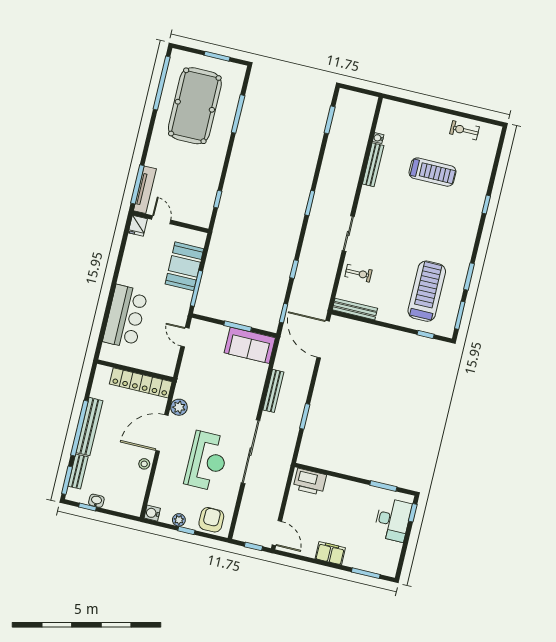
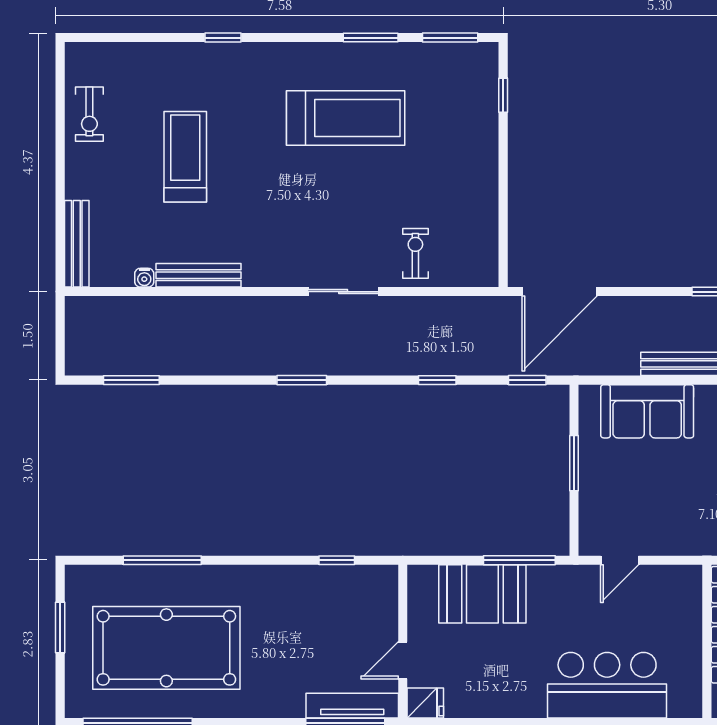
treadmill: (427, 291) -> (346, 118), moved, turned 180
bench: (355, 309) -> (77, 244), moved
sofa: (250, 345) -> (647, 411), moved, turned 90

